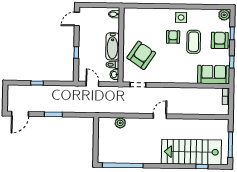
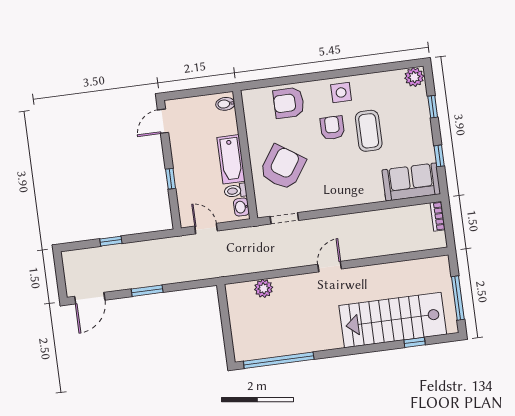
armchair: (220, 40) -> (289, 103), moved, turned -90

